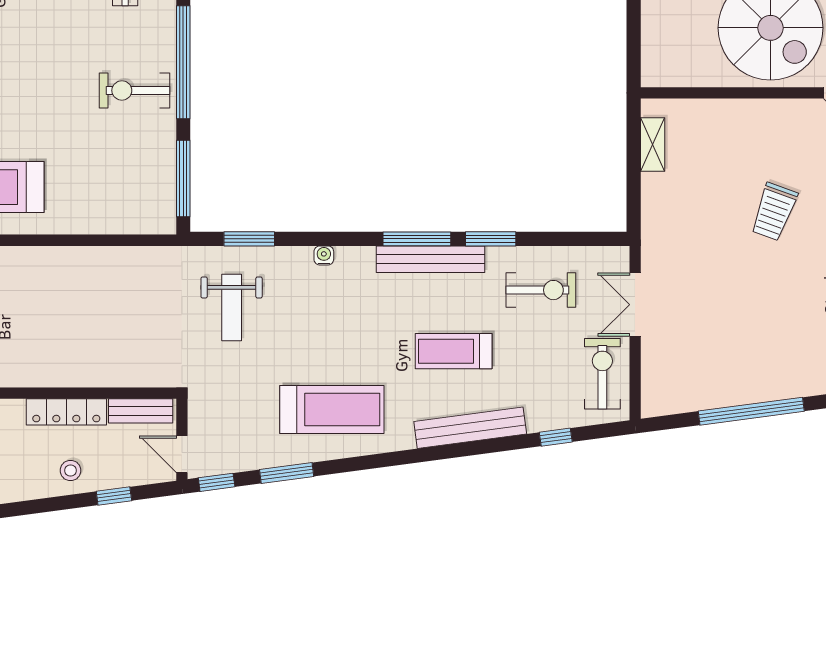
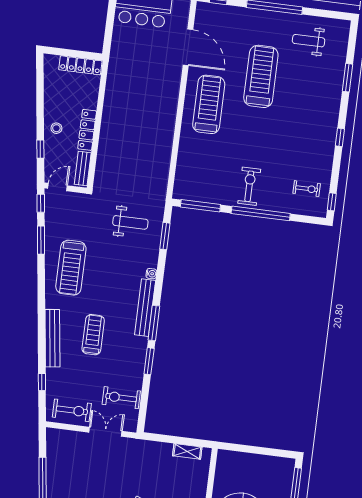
bench: (430, 259) -> (145, 308), moved
exercise bike: (541, 290) -> (121, 398), moved, turned 90
weight bench: (232, 308) -> (130, 222), turned 180

